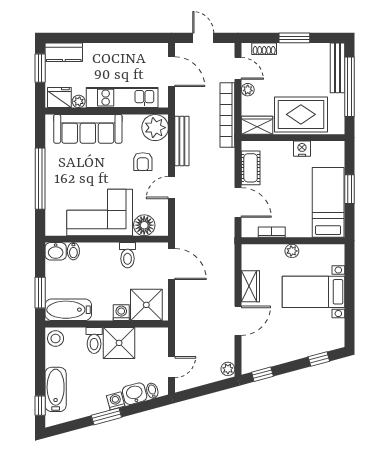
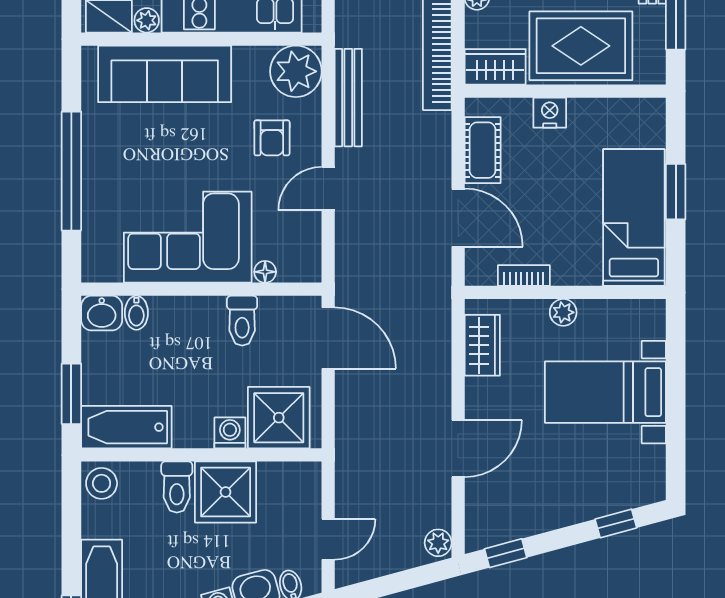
nightstand: (302, 149) -> (550, 113), moved
floor lamp: (144, 225) -> (265, 272), width x0.53, depth x0.53
wardrobe: (250, 286) -> (482, 345), moved

